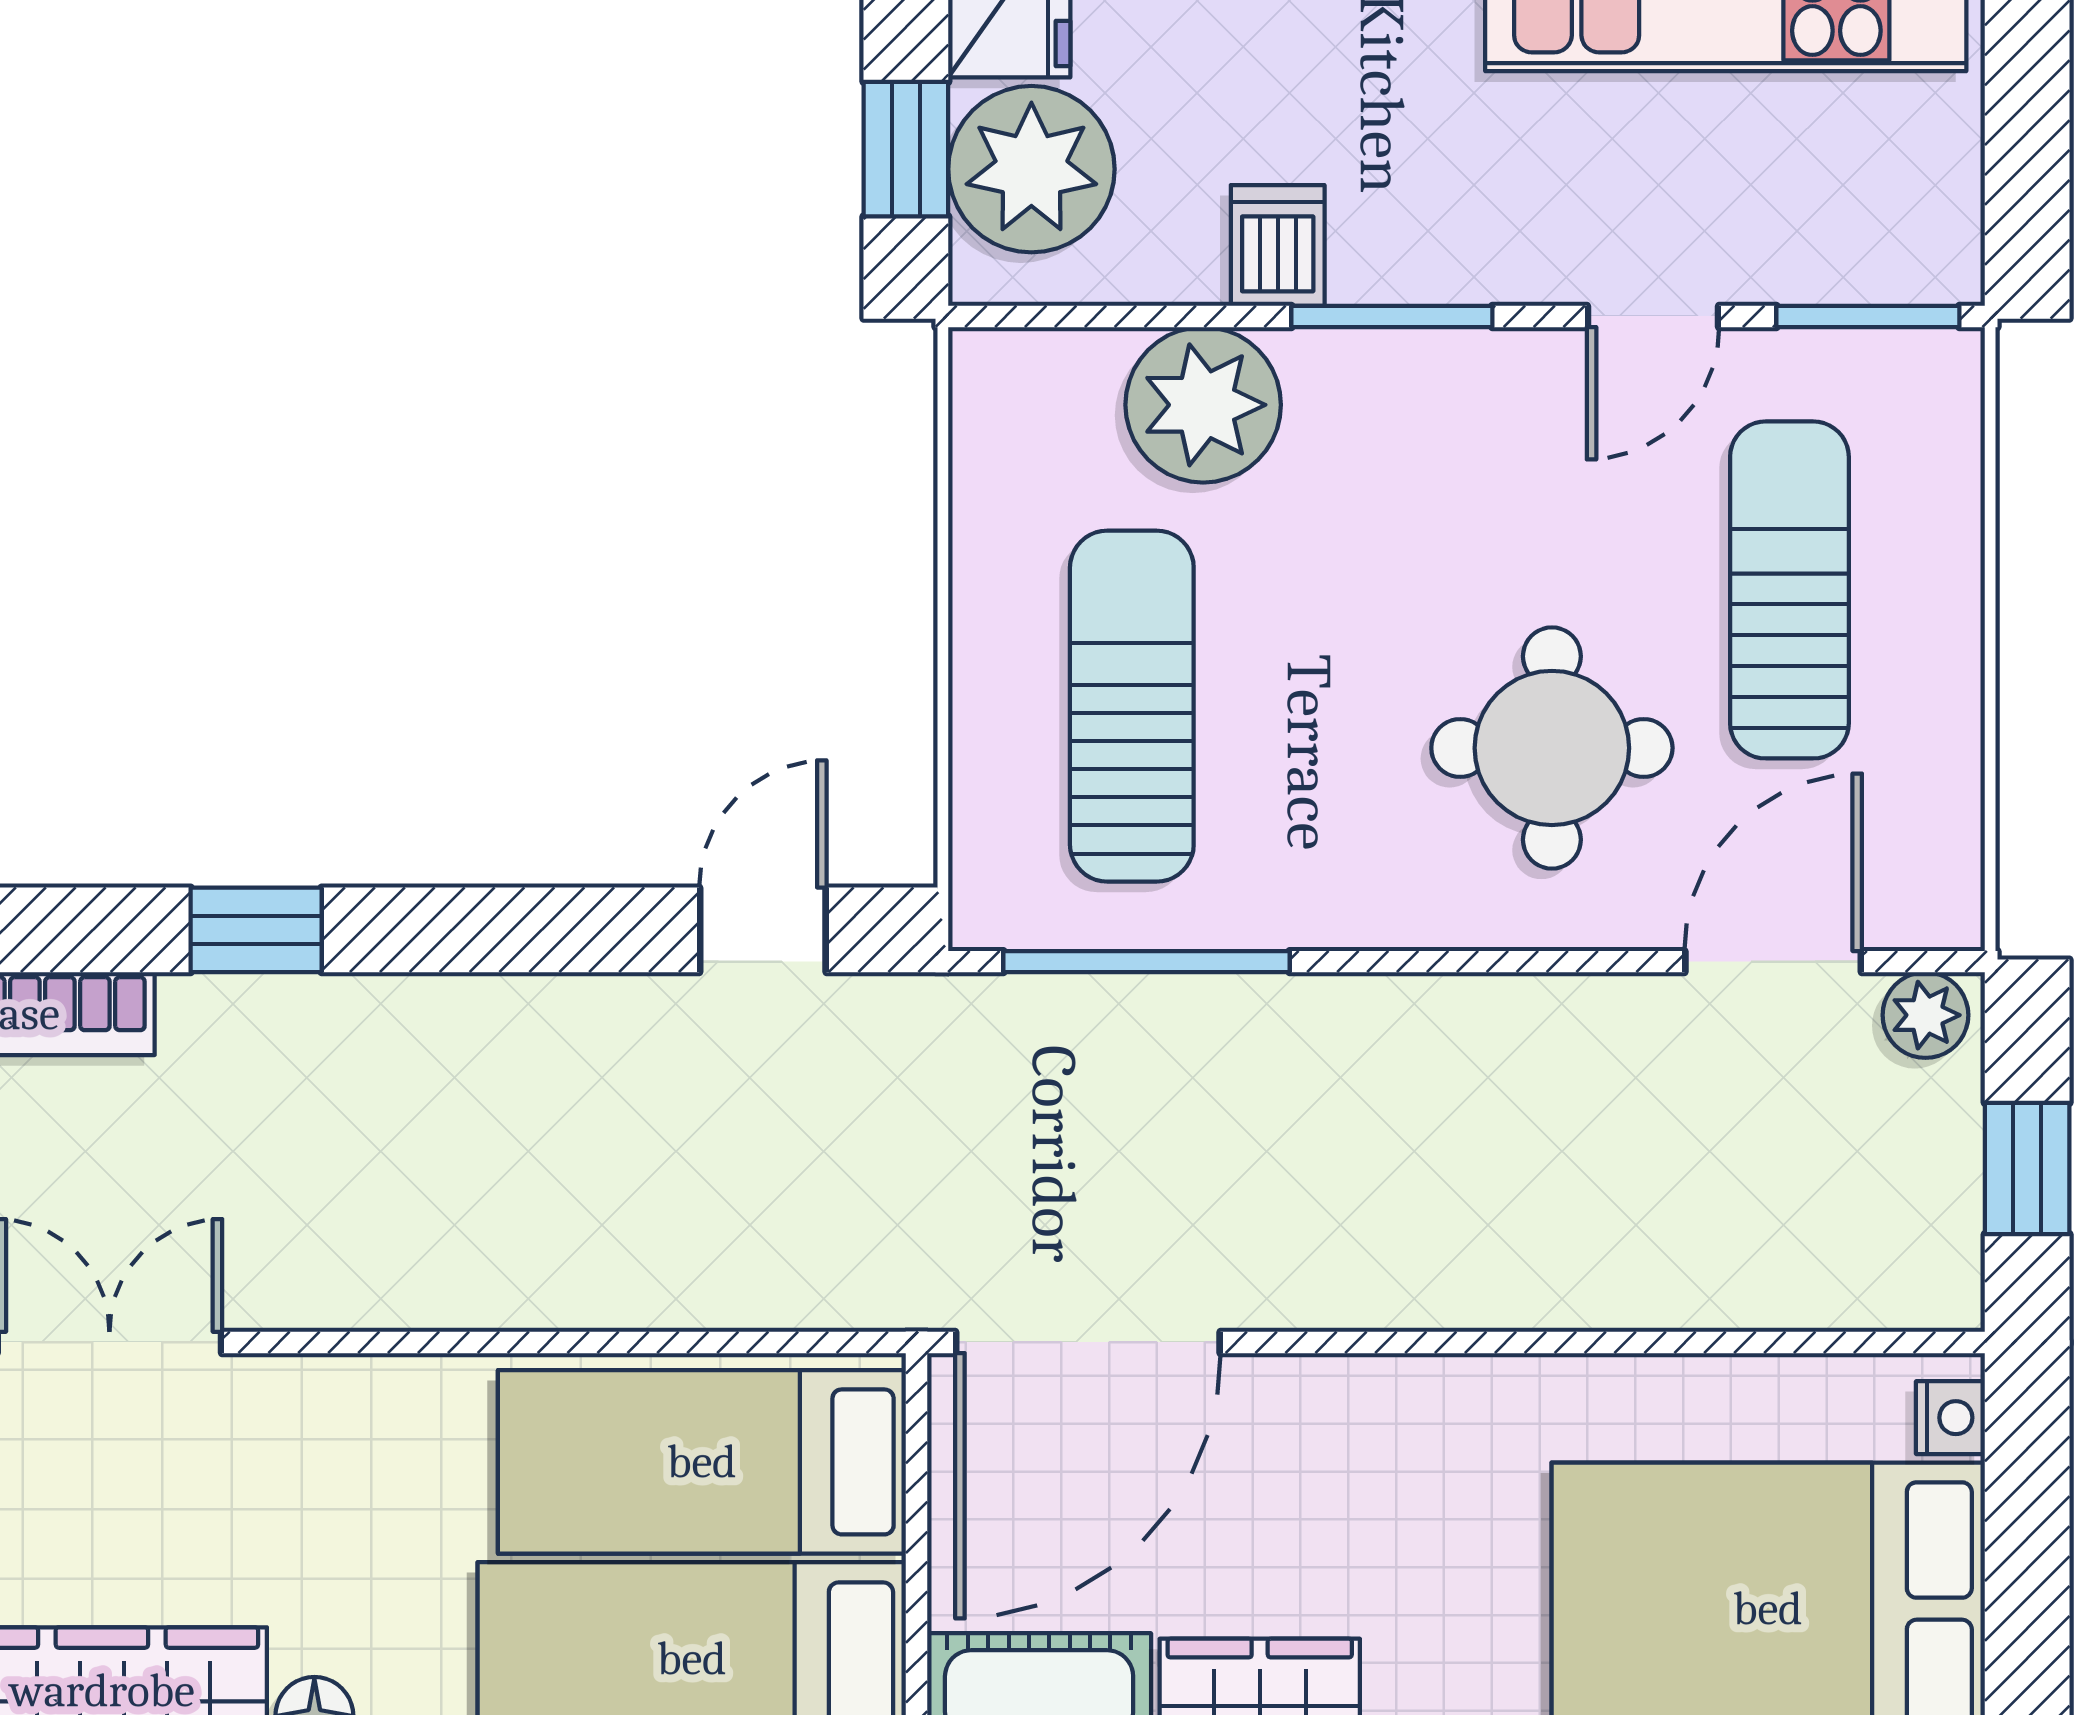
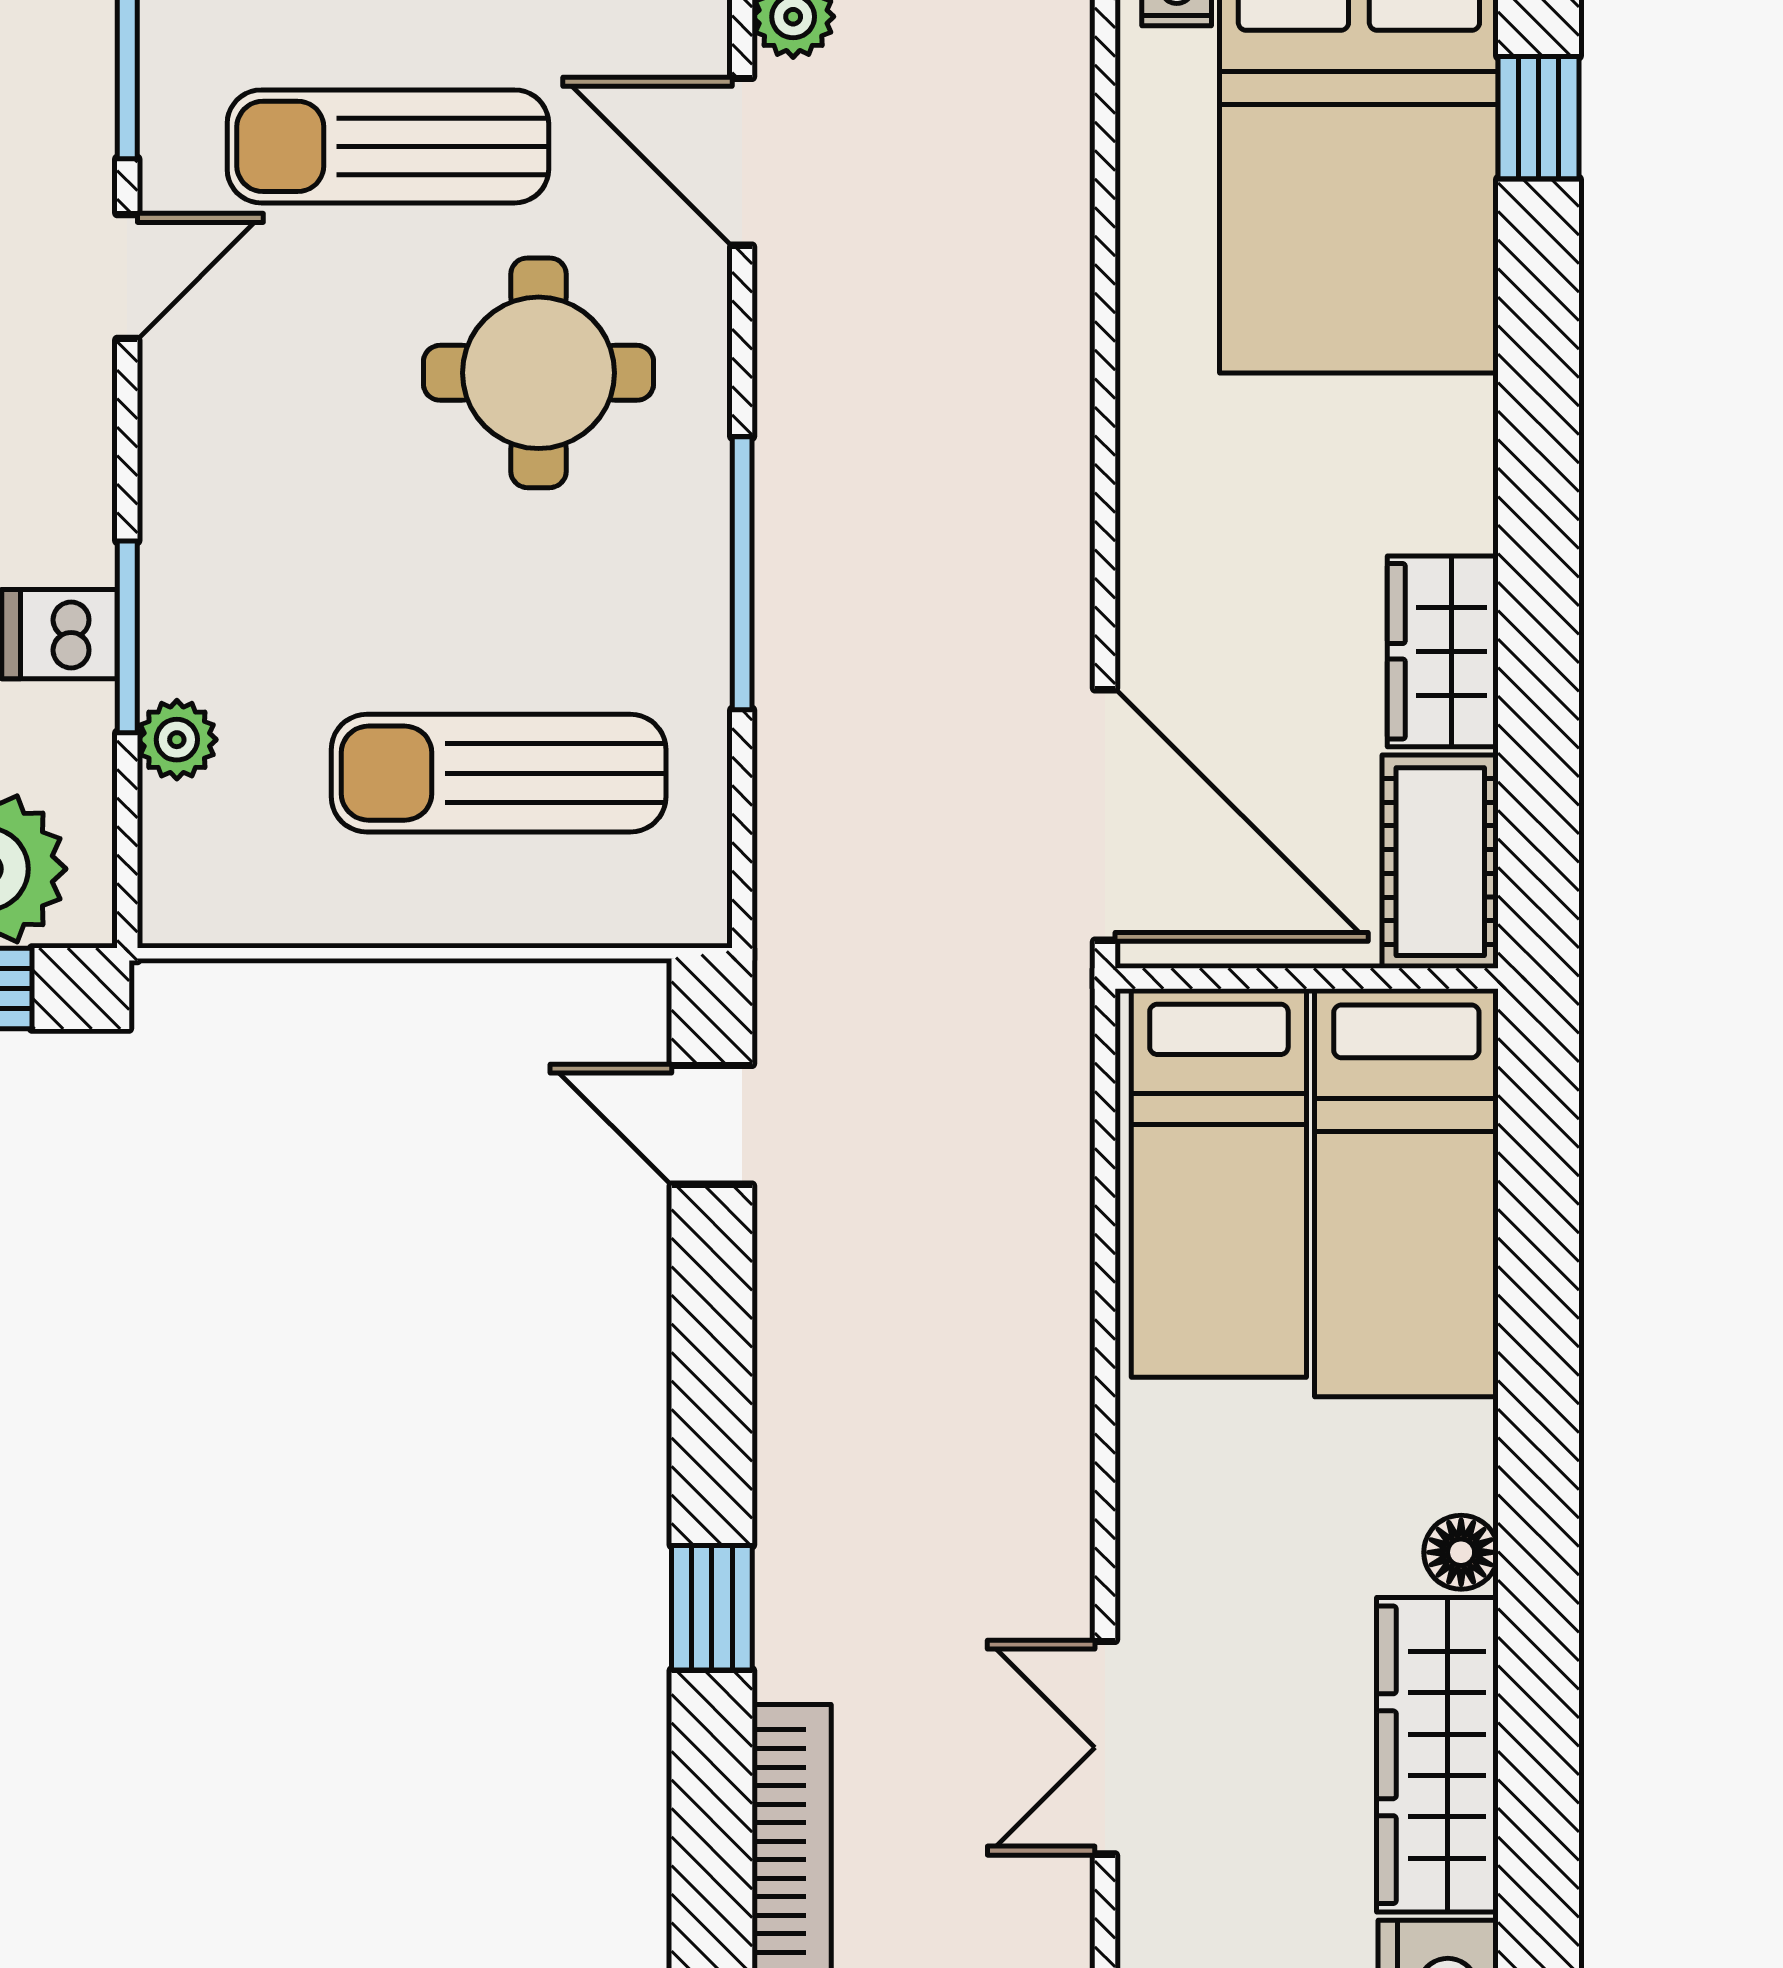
window: (1392, 316) -> (127, 637), moved
door: (1653, 316) -> (127, 276), hinge flipped
plant: (1203, 405) -> (177, 740), width x0.53, depth x0.53
window: (1146, 962) -> (742, 573), moved

